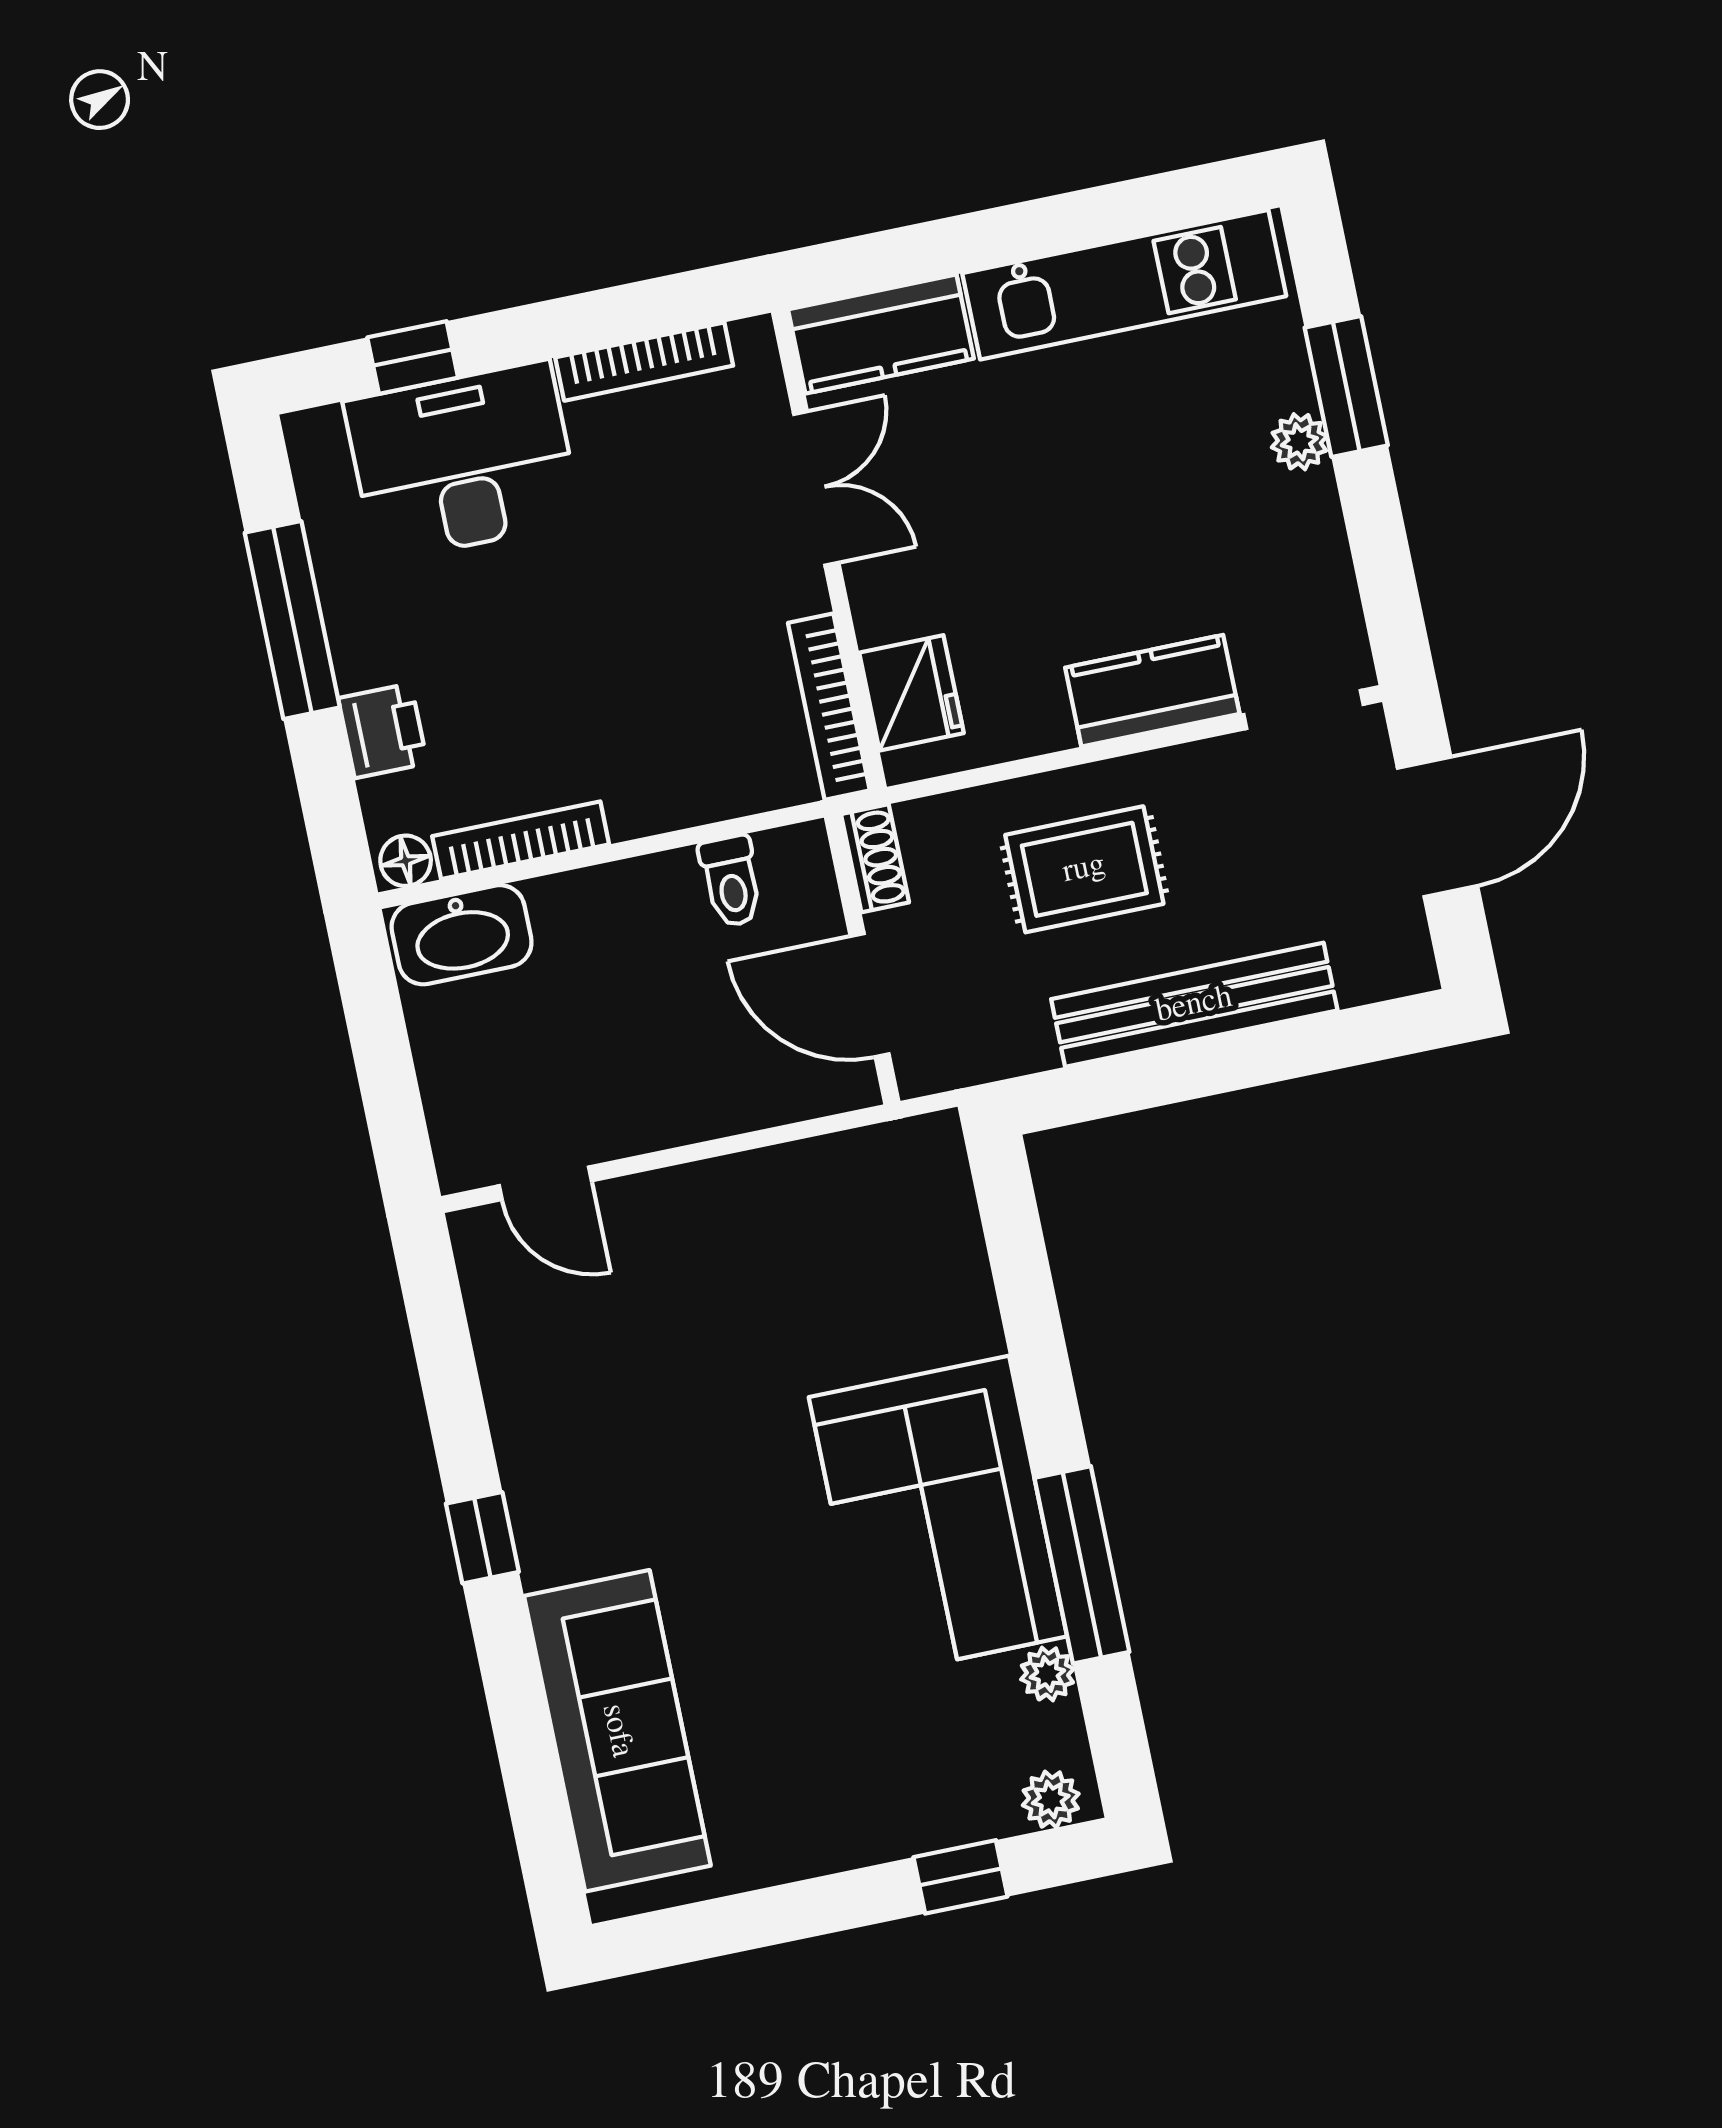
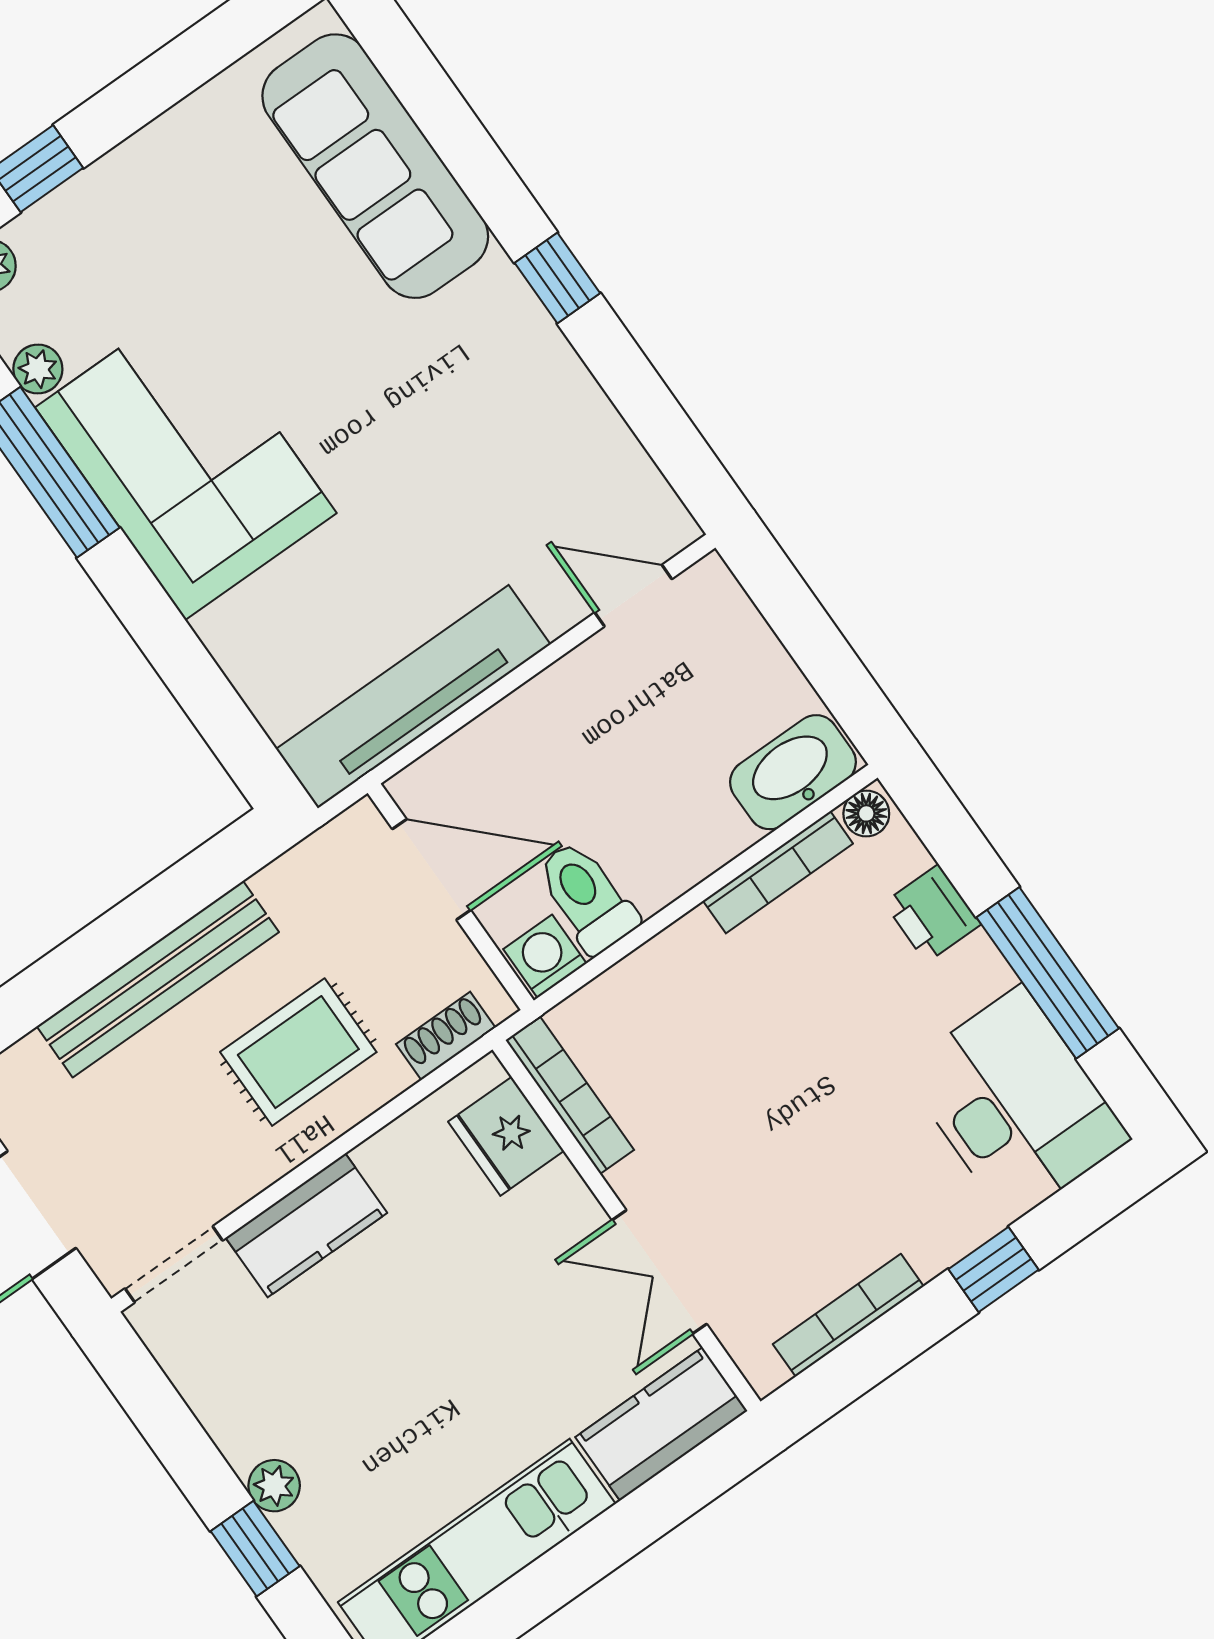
window: (413, 357) -> (994, 1269), moved
window: (1346, 386) -> (255, 1549), width x0.67
desk: (463, 462) -> (1016, 1104), moved, turned -90
washing machine: (793, 858) -> (545, 956), added
shoe rack: (875, 858) -> (446, 1036), moved, turned 90
toilet: (731, 881) -> (587, 897), width x1.37, depth x1.39
tv unit: (812, 1178) -> (413, 697), added

